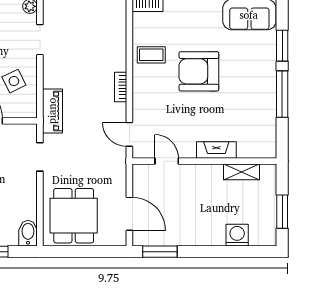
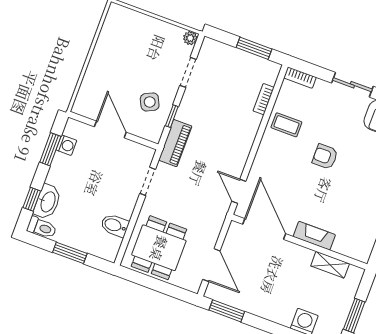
armchair: (199, 71) -> (325, 157), width x0.53, depth x0.53
window: (40, 87) -> (172, 116), added
bookcase: (121, 87) -> (264, 99), moved
door: (167, 161) -> (264, 229), width x1.88
bidet: (28, 233) -> (115, 225), moved, turned -90

